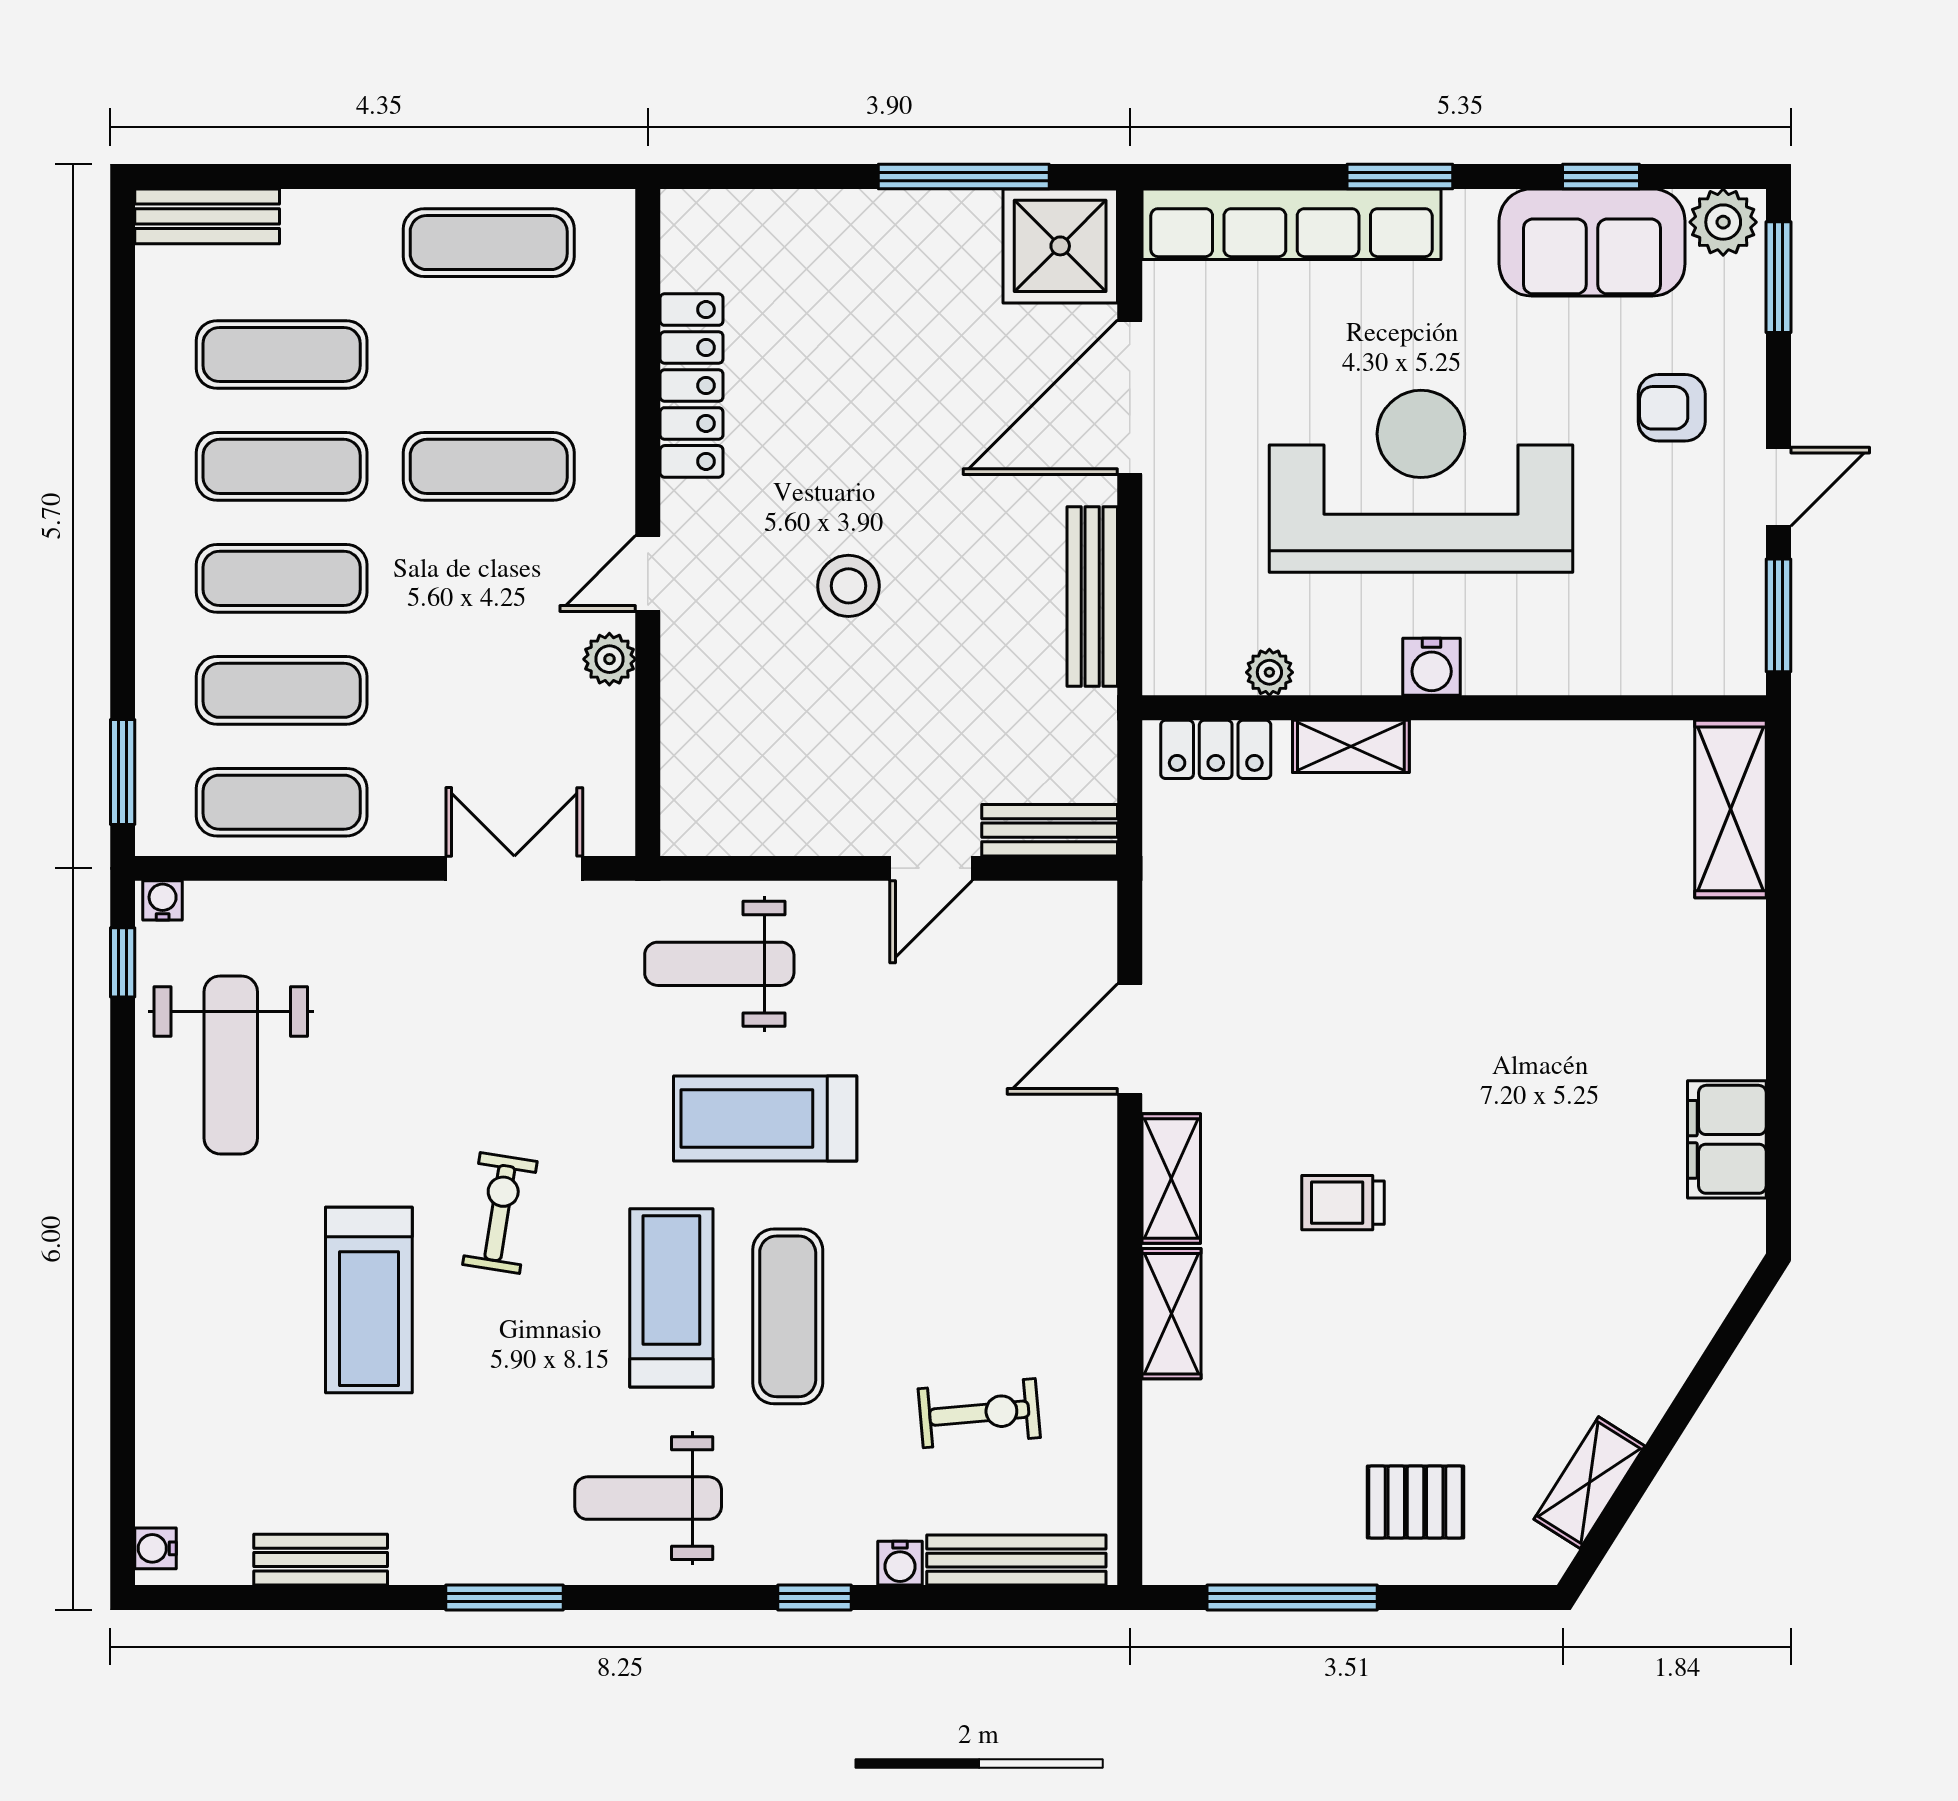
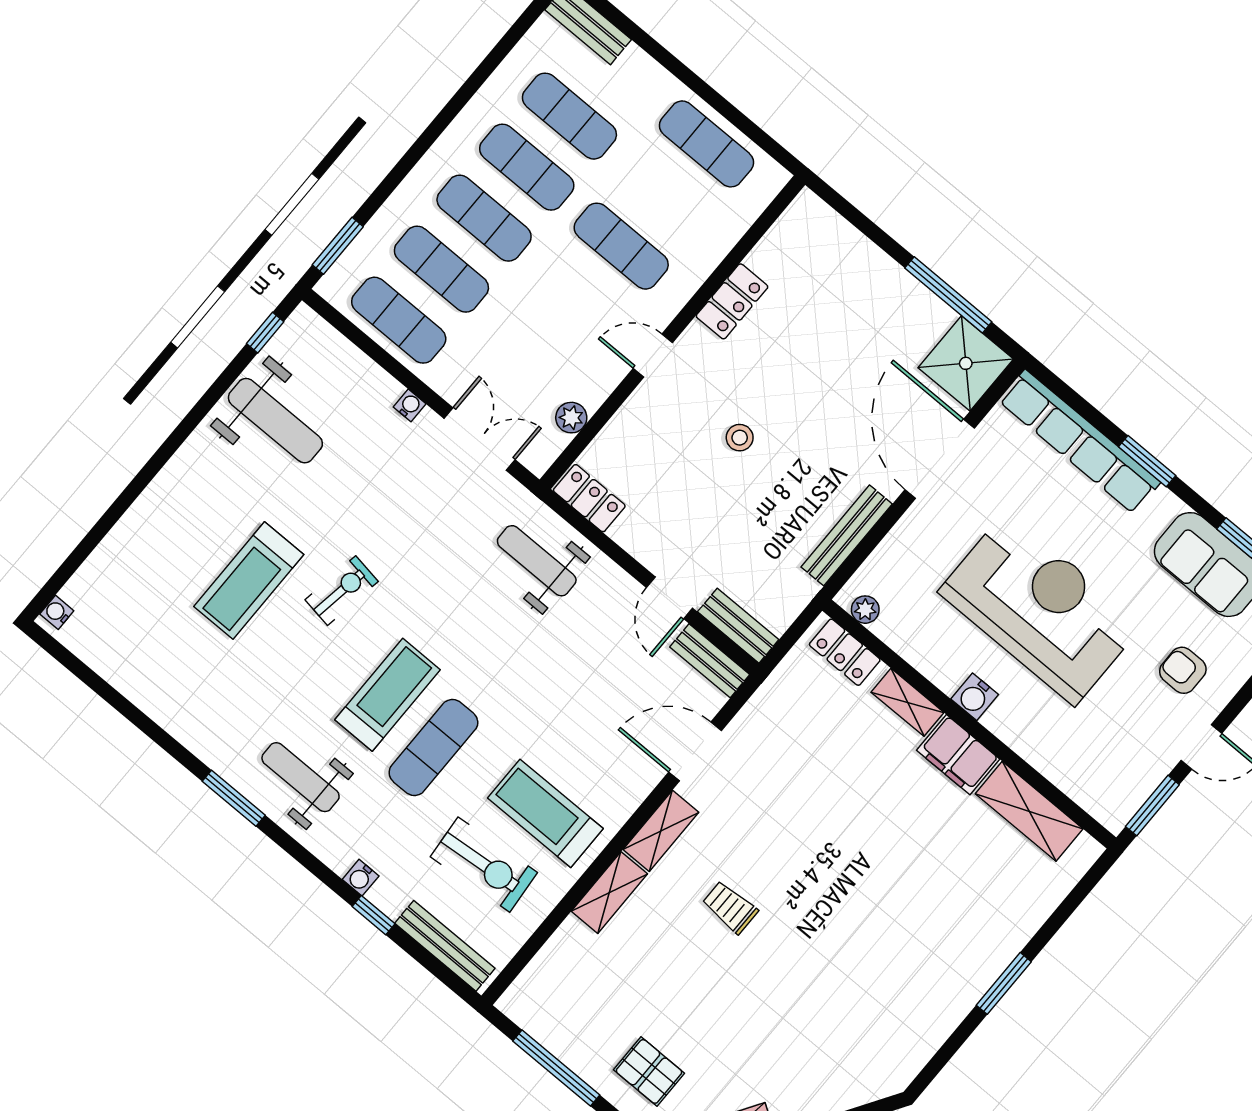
locker: (692, 385) -> (732, 301), width x0.66
door: (1130, 397) -> (940, 459), hinge flipped
stool: (848, 586) -> (740, 438), width x0.73, depth x0.73
plant: (609, 659) -> (571, 418), moved
plant: (1269, 672) -> (865, 610), moved
shelving: (1731, 809) -> (1029, 811), moved, turned 90
locker: (720, 826) -> (589, 498), added
door: (931, 868) -> (670, 598), hinge flipped
water cooler: (163, 900) -> (410, 405), moved
window: (1778, 1005) -> (1004, 983), added
weight bench: (231, 1065) -> (275, 421), turned -90
treadmill: (765, 1118) -> (545, 813), moved
filing cabinet: (1727, 1139) -> (958, 755), moved, turned -90
exercise bike: (979, 1413) -> (484, 865), width x1.38, depth x1.39
bench: (321, 1560) -> (710, 661), moved
water cooler: (900, 1563) -> (361, 878), moved
window: (505, 1597) -> (234, 798), moved
window: (815, 1597) -> (374, 915), moved

